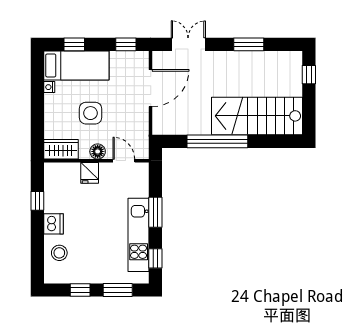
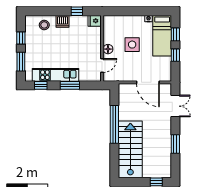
window: (126, 44) -> (175, 55), moved
wardrobe: (61, 149) -> (109, 26), removed
fridge: (90, 173) -> (95, 21), moved

